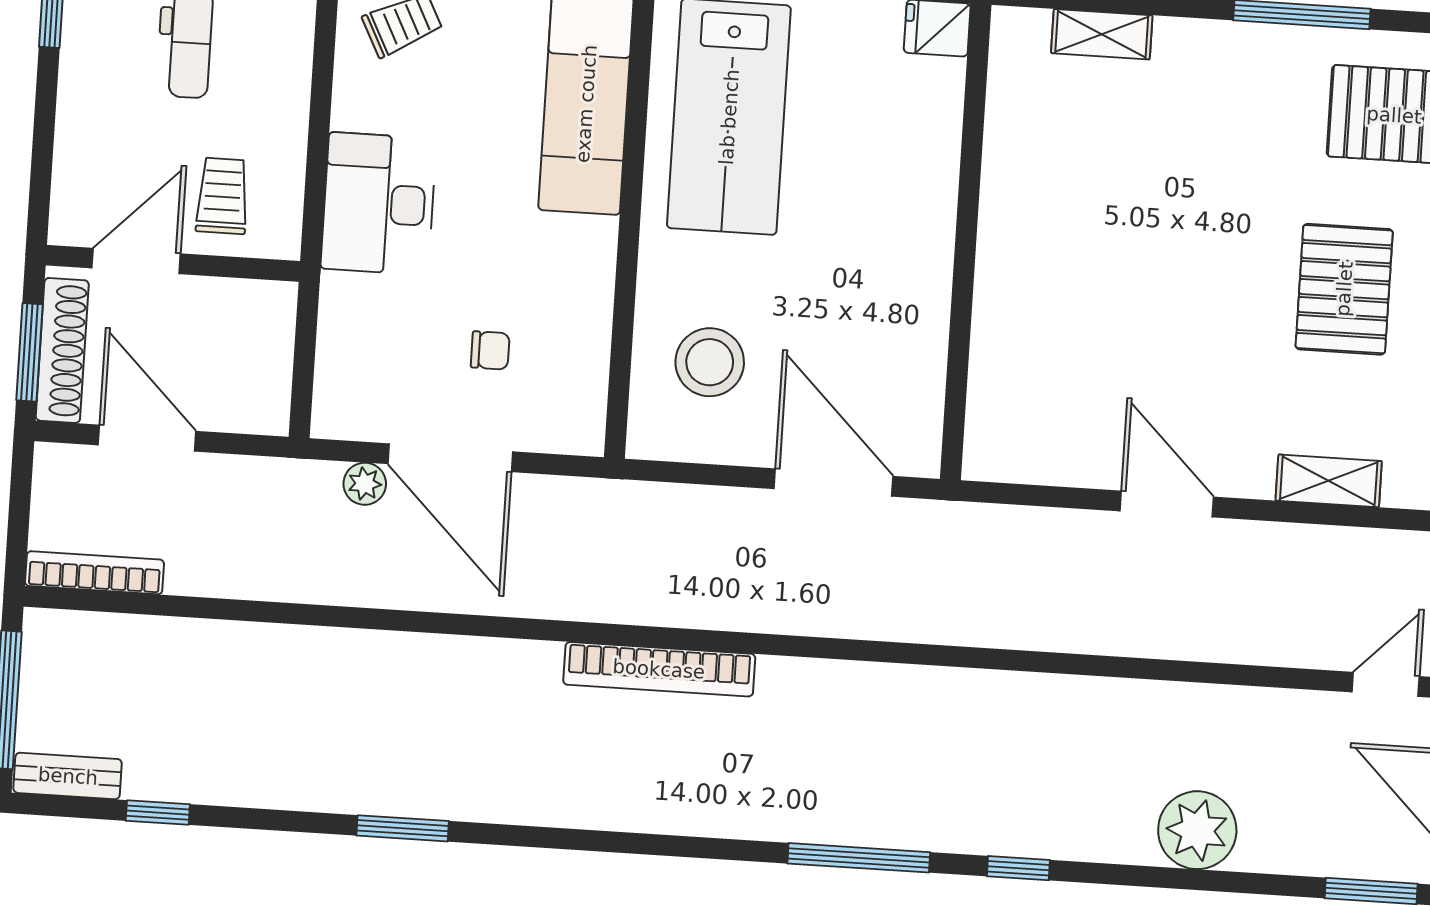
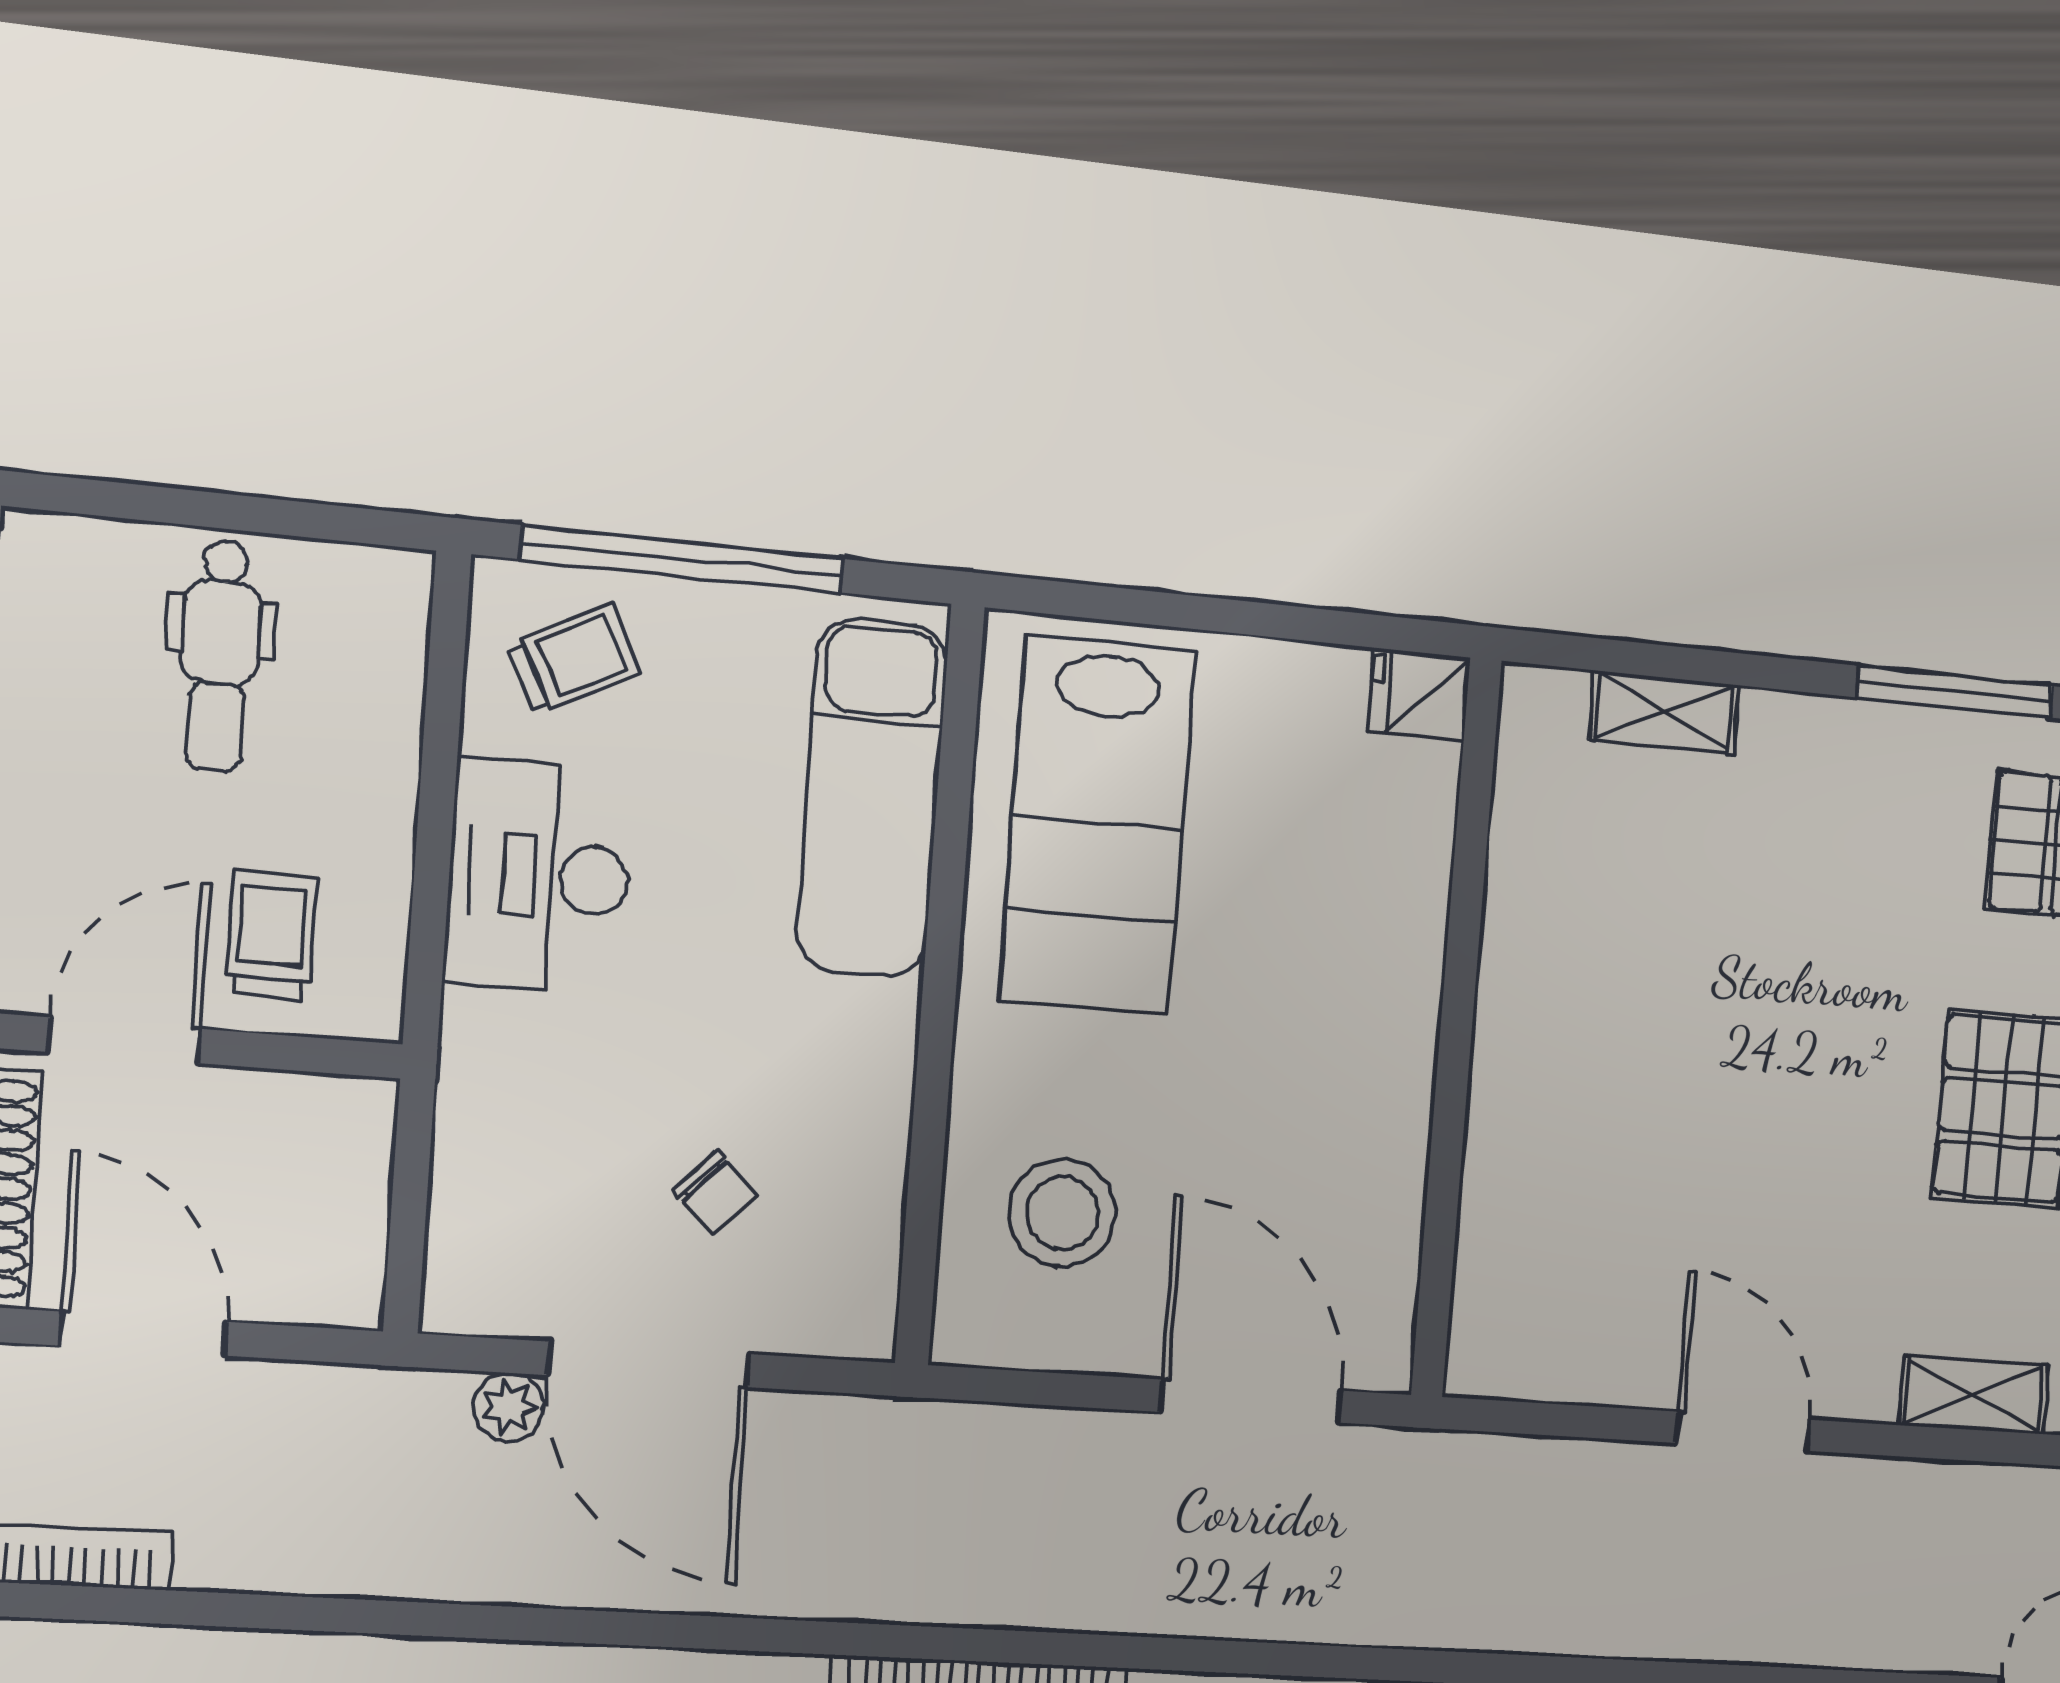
desk: (379, 204) -> (539, 876), moved
chair: (490, 350) -> (715, 1192), turned 44

